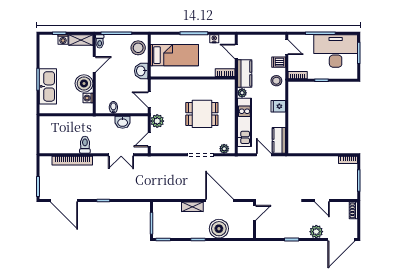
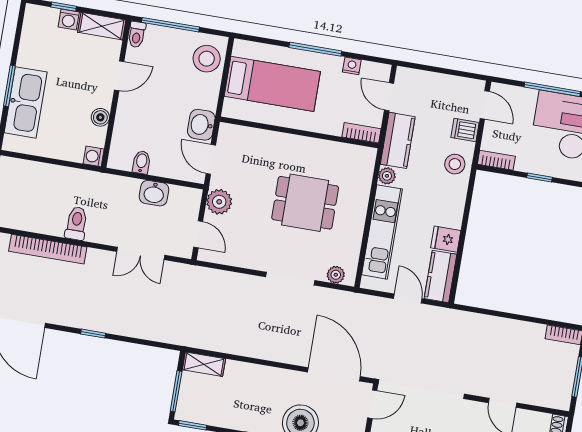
washbasin: (141, 71) -> (201, 125), moved
boiler: (84, 83) -> (100, 117), width x0.54, depth x0.54
washing machine: (88, 98) -> (94, 156), moved
fridge: (278, 106) -> (446, 239), moved
door: (149, 140) -> (198, 234), swing flipped
door: (220, 201) -> (334, 374), moved
shelving: (192, 207) -> (204, 364), moved

